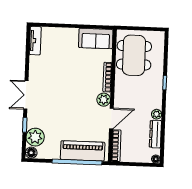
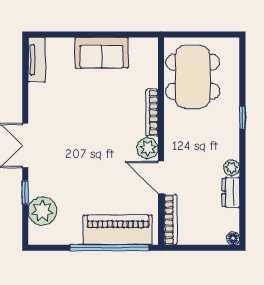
sofa: (96, 39) -> (102, 53), moved
door: (111, 118) -> (161, 177), swing flipped
dresser: (155, 134) -> (231, 192), width x0.70
floor lamp: (31, 153) -> (37, 236), removed

